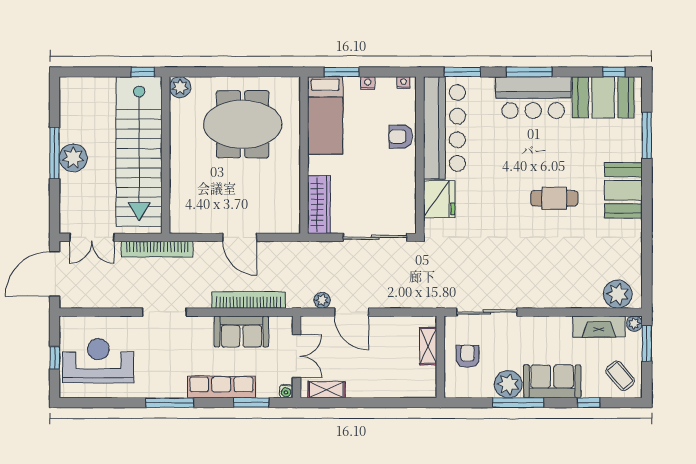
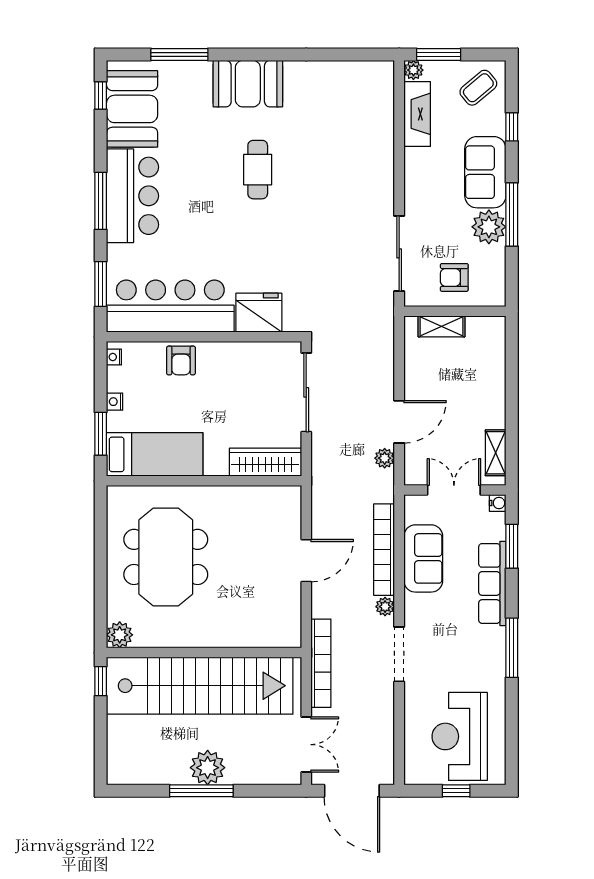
plant: (618, 294) -> (385, 607), moved, width x0.53, depth x0.53

